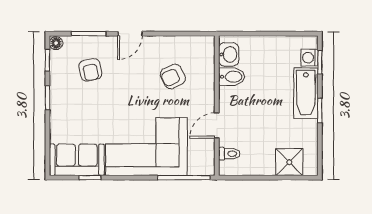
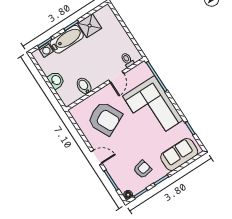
washbasin: (229, 54) -> (56, 80), moved, turned 90
armchair: (90, 70) -> (142, 169), moved
armchair: (173, 76) -> (105, 119), width x1.88, depth x1.88
door: (217, 125) -> (116, 77), hinge flipped
sofa: (77, 160) -> (179, 154), moved, turned 90
shower: (289, 162) -> (90, 26), moved

